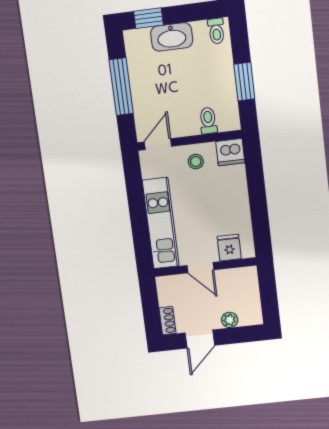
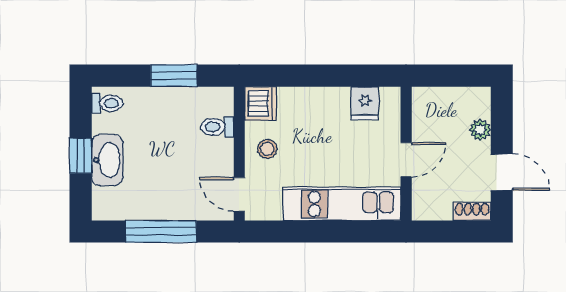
window: (148, 18) -> (81, 156), moved
fridge: (229, 248) -> (365, 103), moved, turned -90

